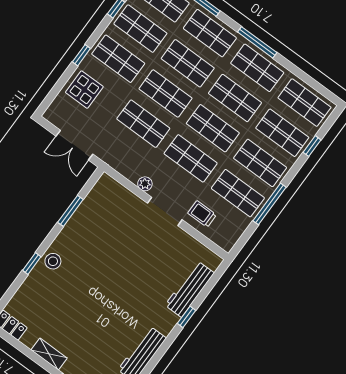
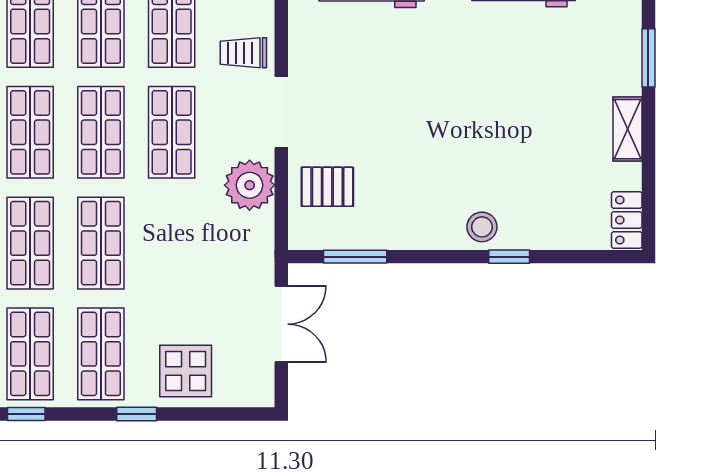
shop shelf: (143, 124) -> (172, 243), removed
plant: (145, 184) -> (250, 185), width x1.88, depth x1.88
pallet: (119, 208) -> (327, 187), added
window: (70, 211) -> (355, 257), moved
trolley: (202, 214) -> (243, 53), turned 90

